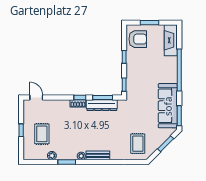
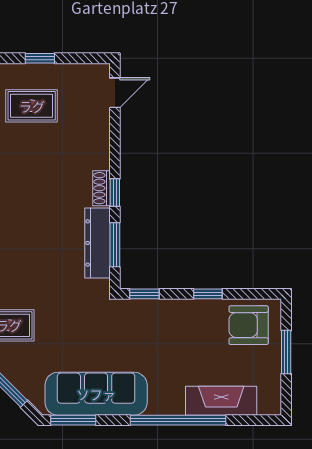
armchair: (138, 39) -> (249, 325), turned 90
fireplace: (171, 40) -> (221, 401), moved

